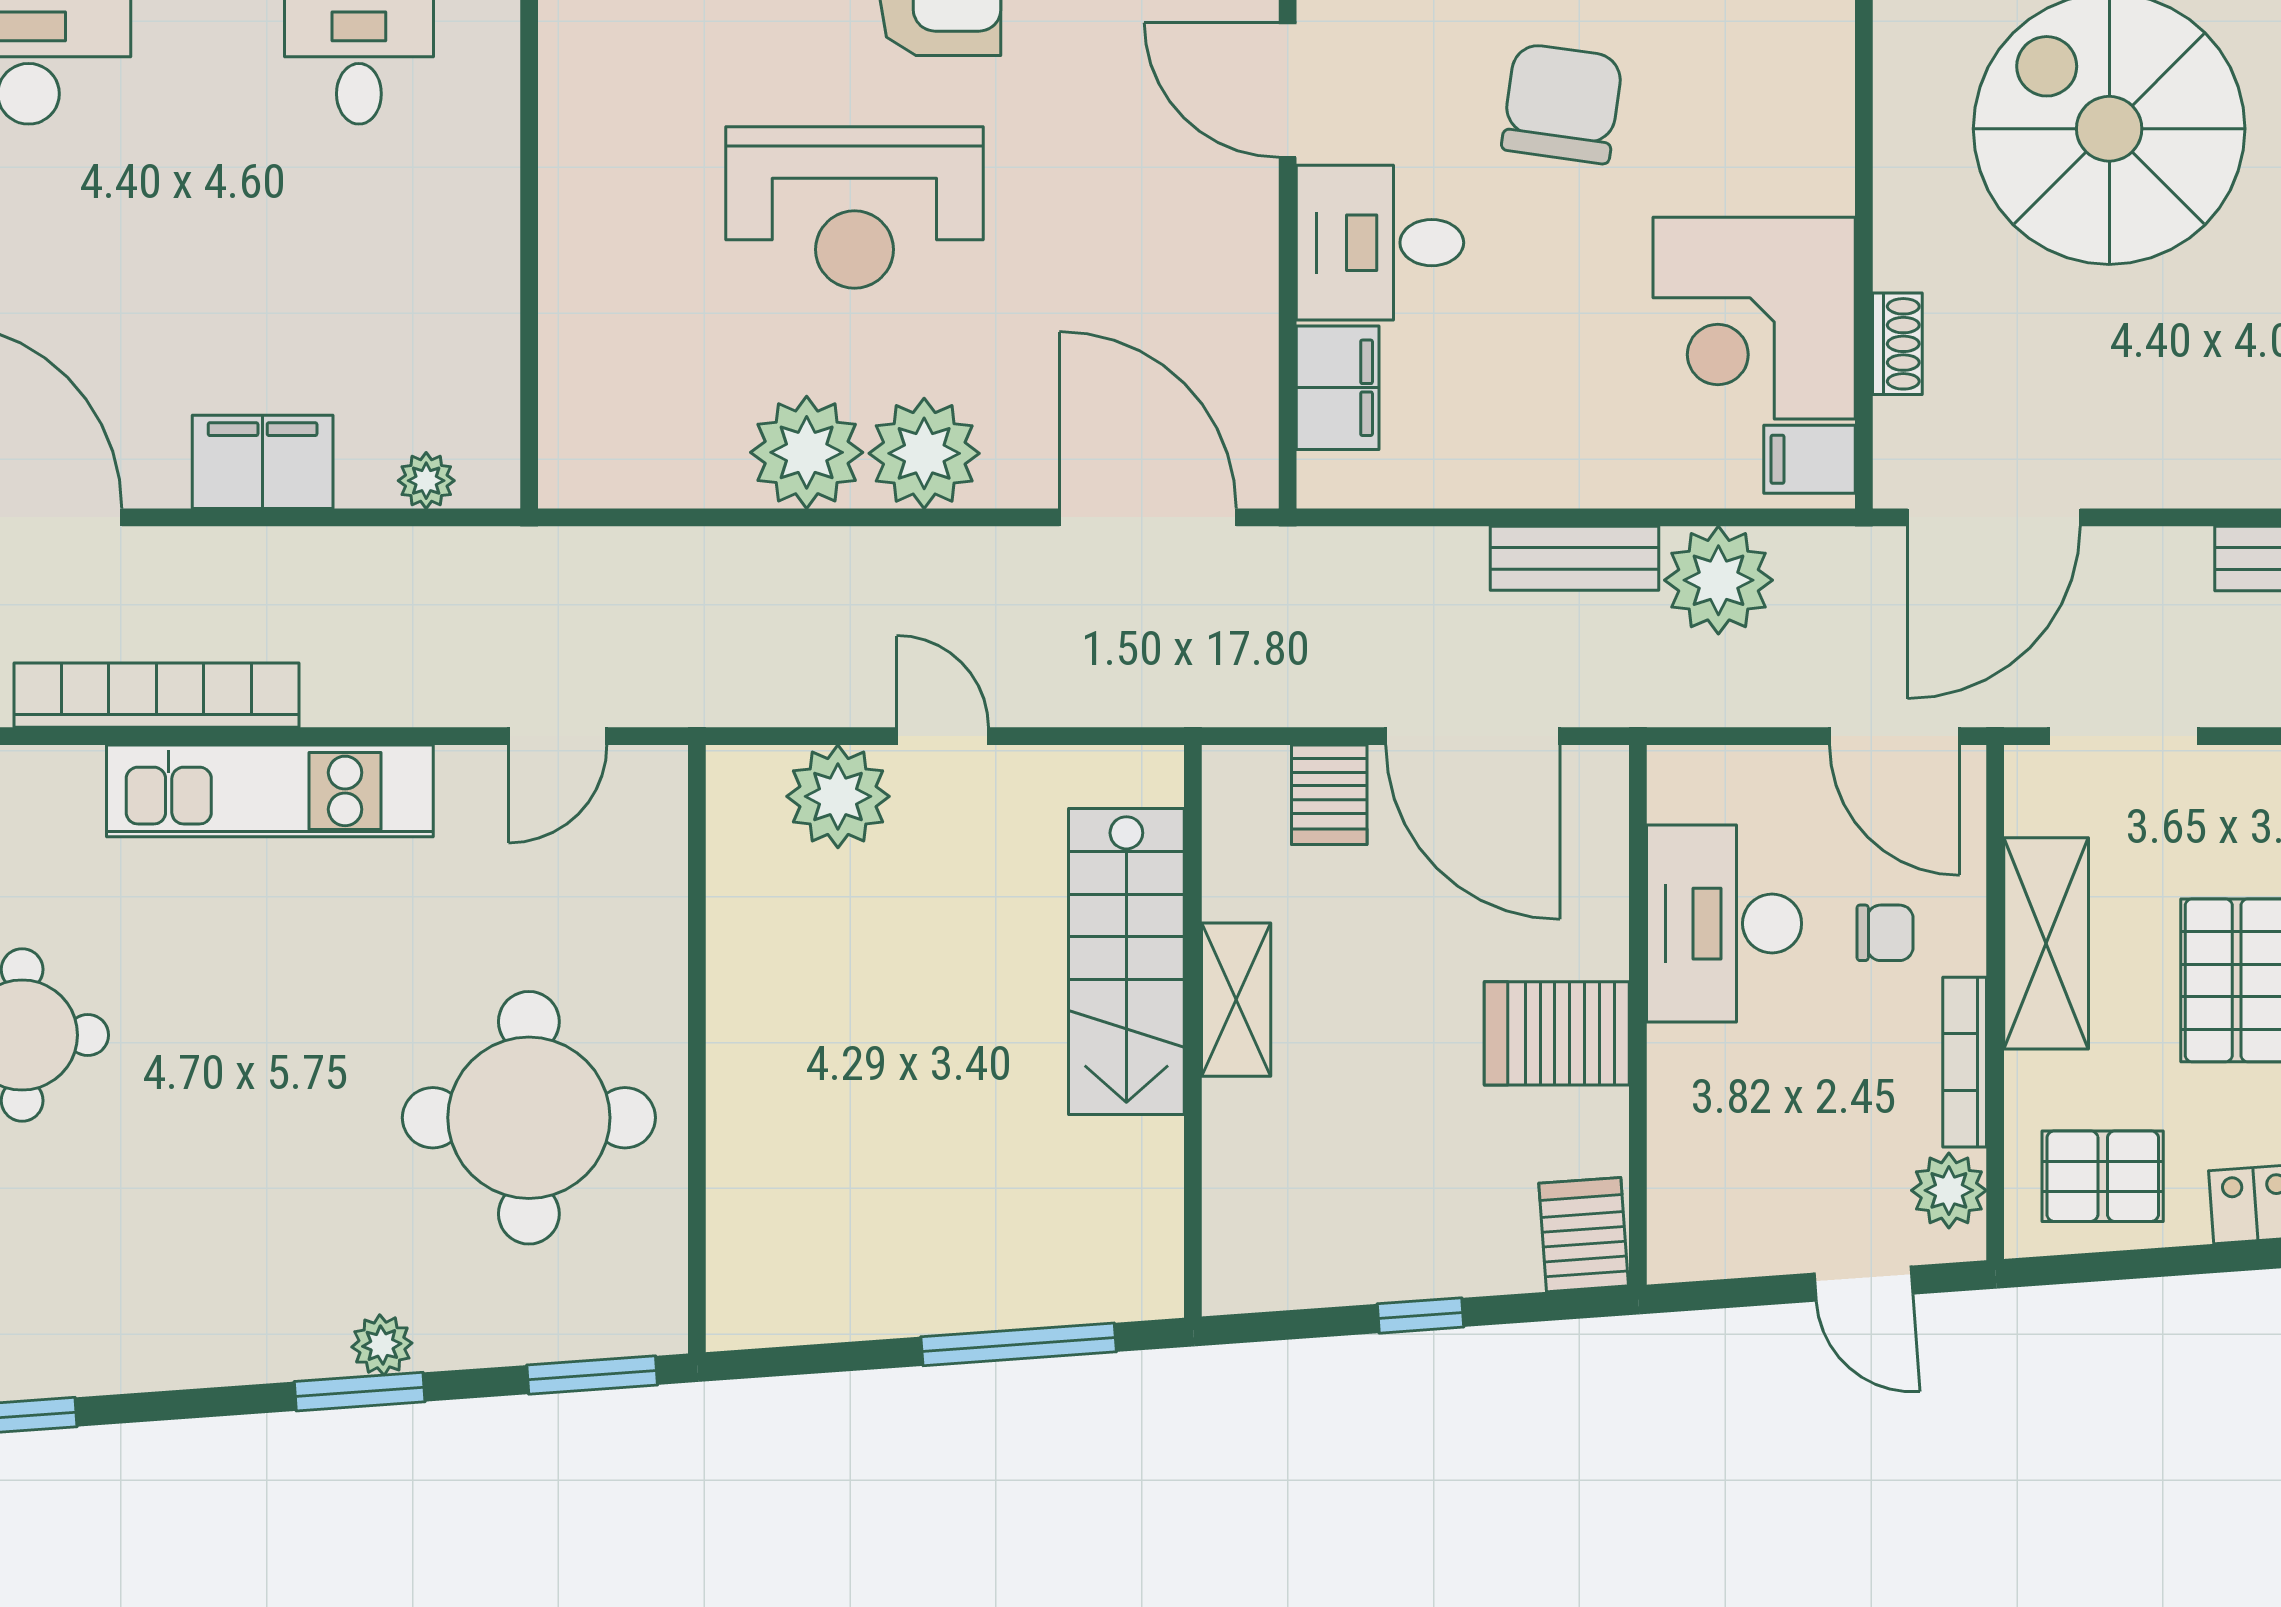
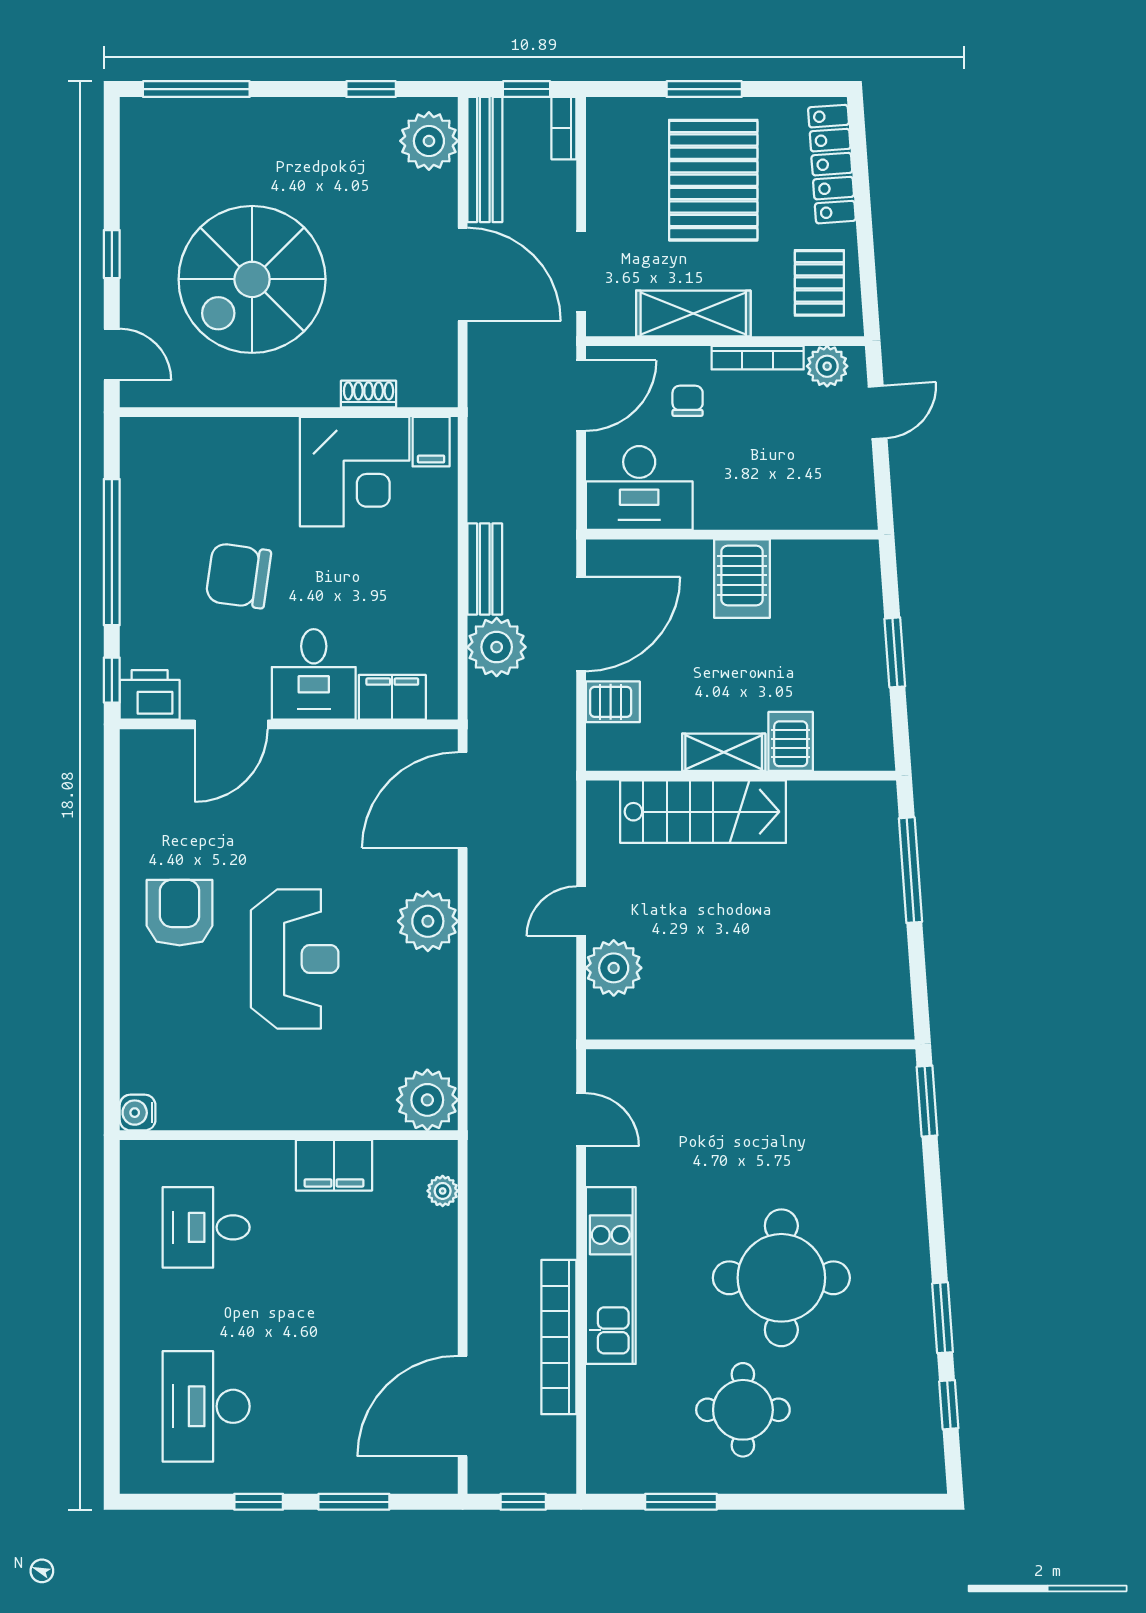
plant: (807, 452) -> (427, 1100), moved
filing cabinet: (263, 462) -> (334, 1165), moved, turned -90
door: (1994, 517) -> (463, 274), moved
plant: (1718, 580) -> (497, 647), moved
desk: (1724, 924) -> (639, 488), moved
round table: (529, 1118) -> (781, 1278), moved
server rack: (1584, 1235) -> (791, 741), moved, turned 94
window: (1420, 1315) -> (895, 652), width x1.50
plant: (382, 1345) -> (911, 1215), removed
window: (360, 1392) -> (943, 1318), moved

